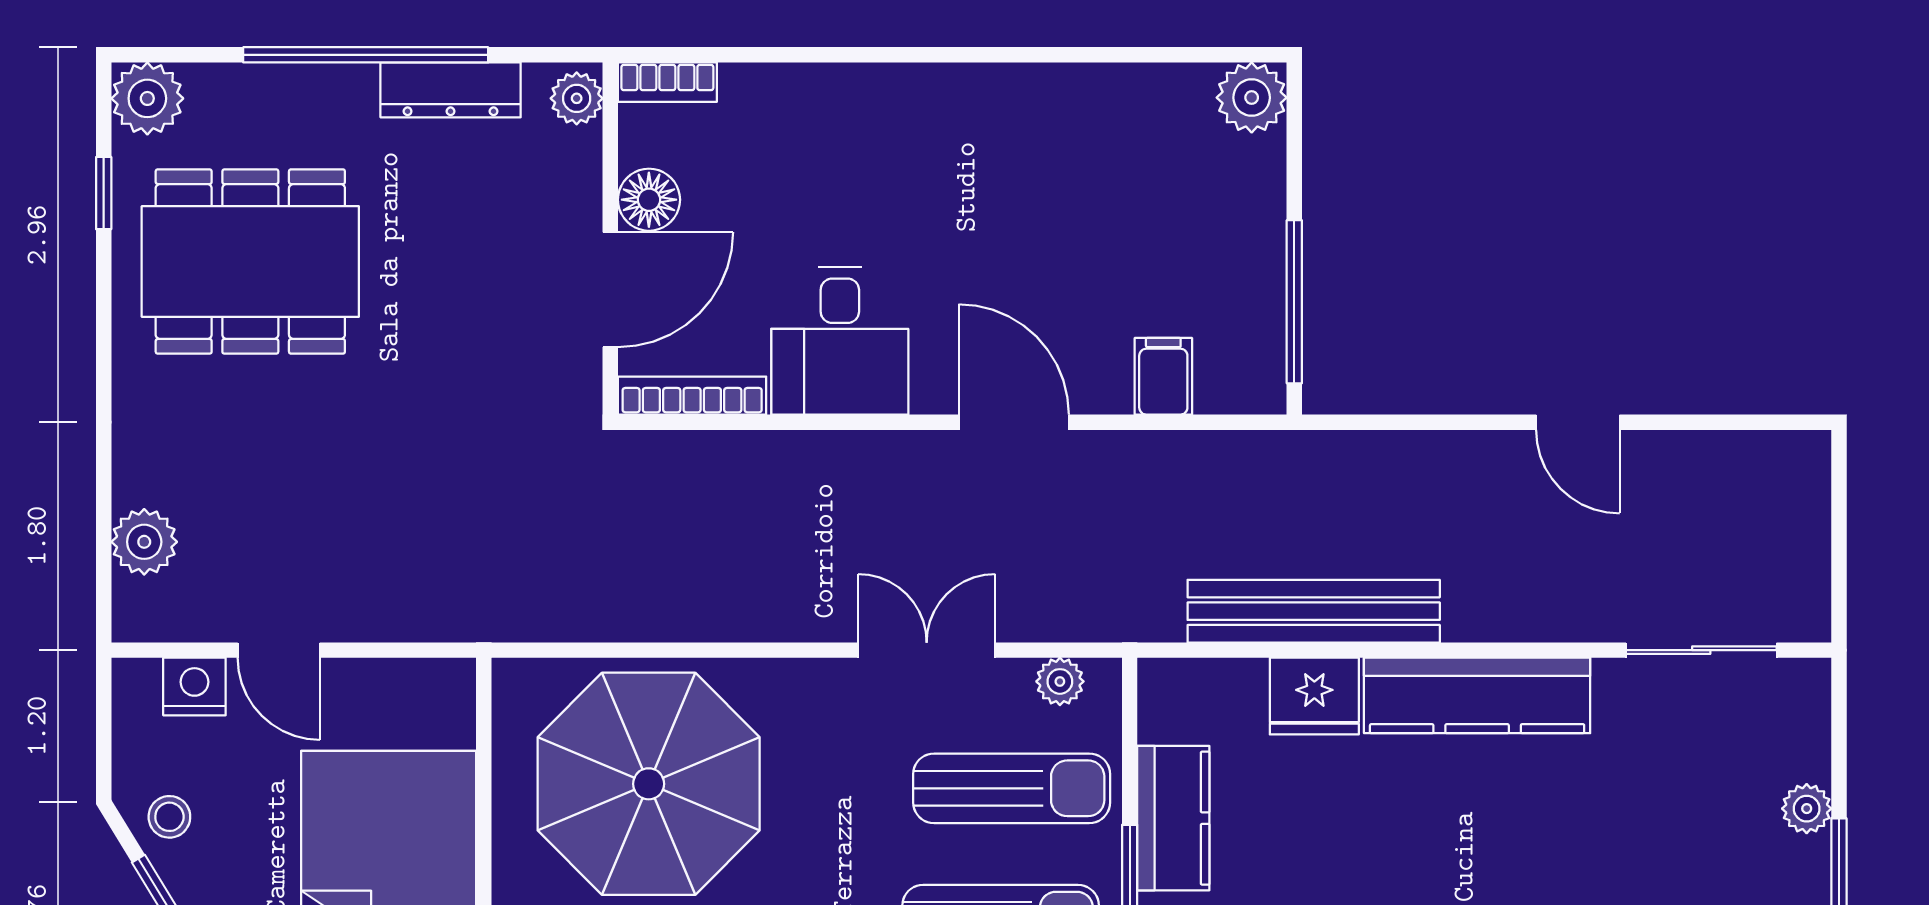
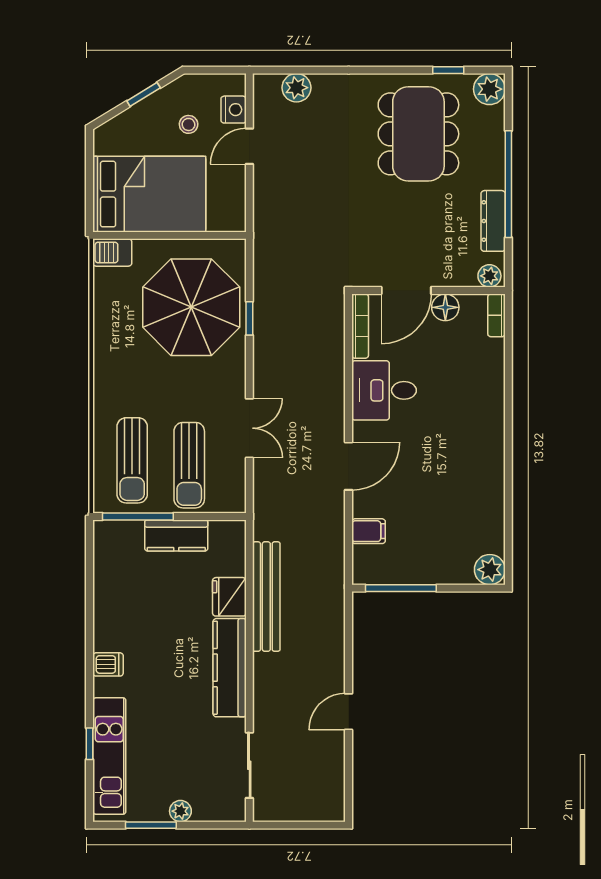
door: (610, 290) -> (406, 291), hinge flipped
window: (674, 650) -> (249, 318), added
plant: (1060, 681) -> (236, 486), removed
stool: (169, 817) -> (189, 124), moved

